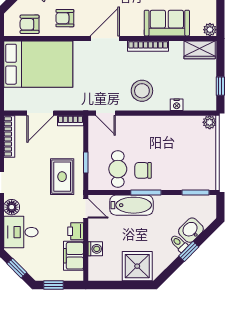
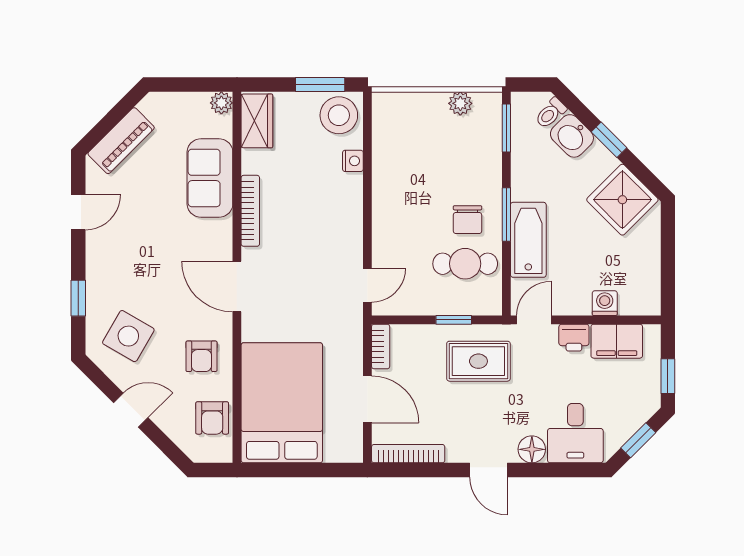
window: (220, 86) -> (320, 84), width x1.50
stool: (142, 91) -> (339, 115), moved
plant: (210, 122) -> (460, 103), moved
toilet: (179, 243) -> (551, 113), moved
shower: (137, 266) -> (622, 200), moved, turned 45

